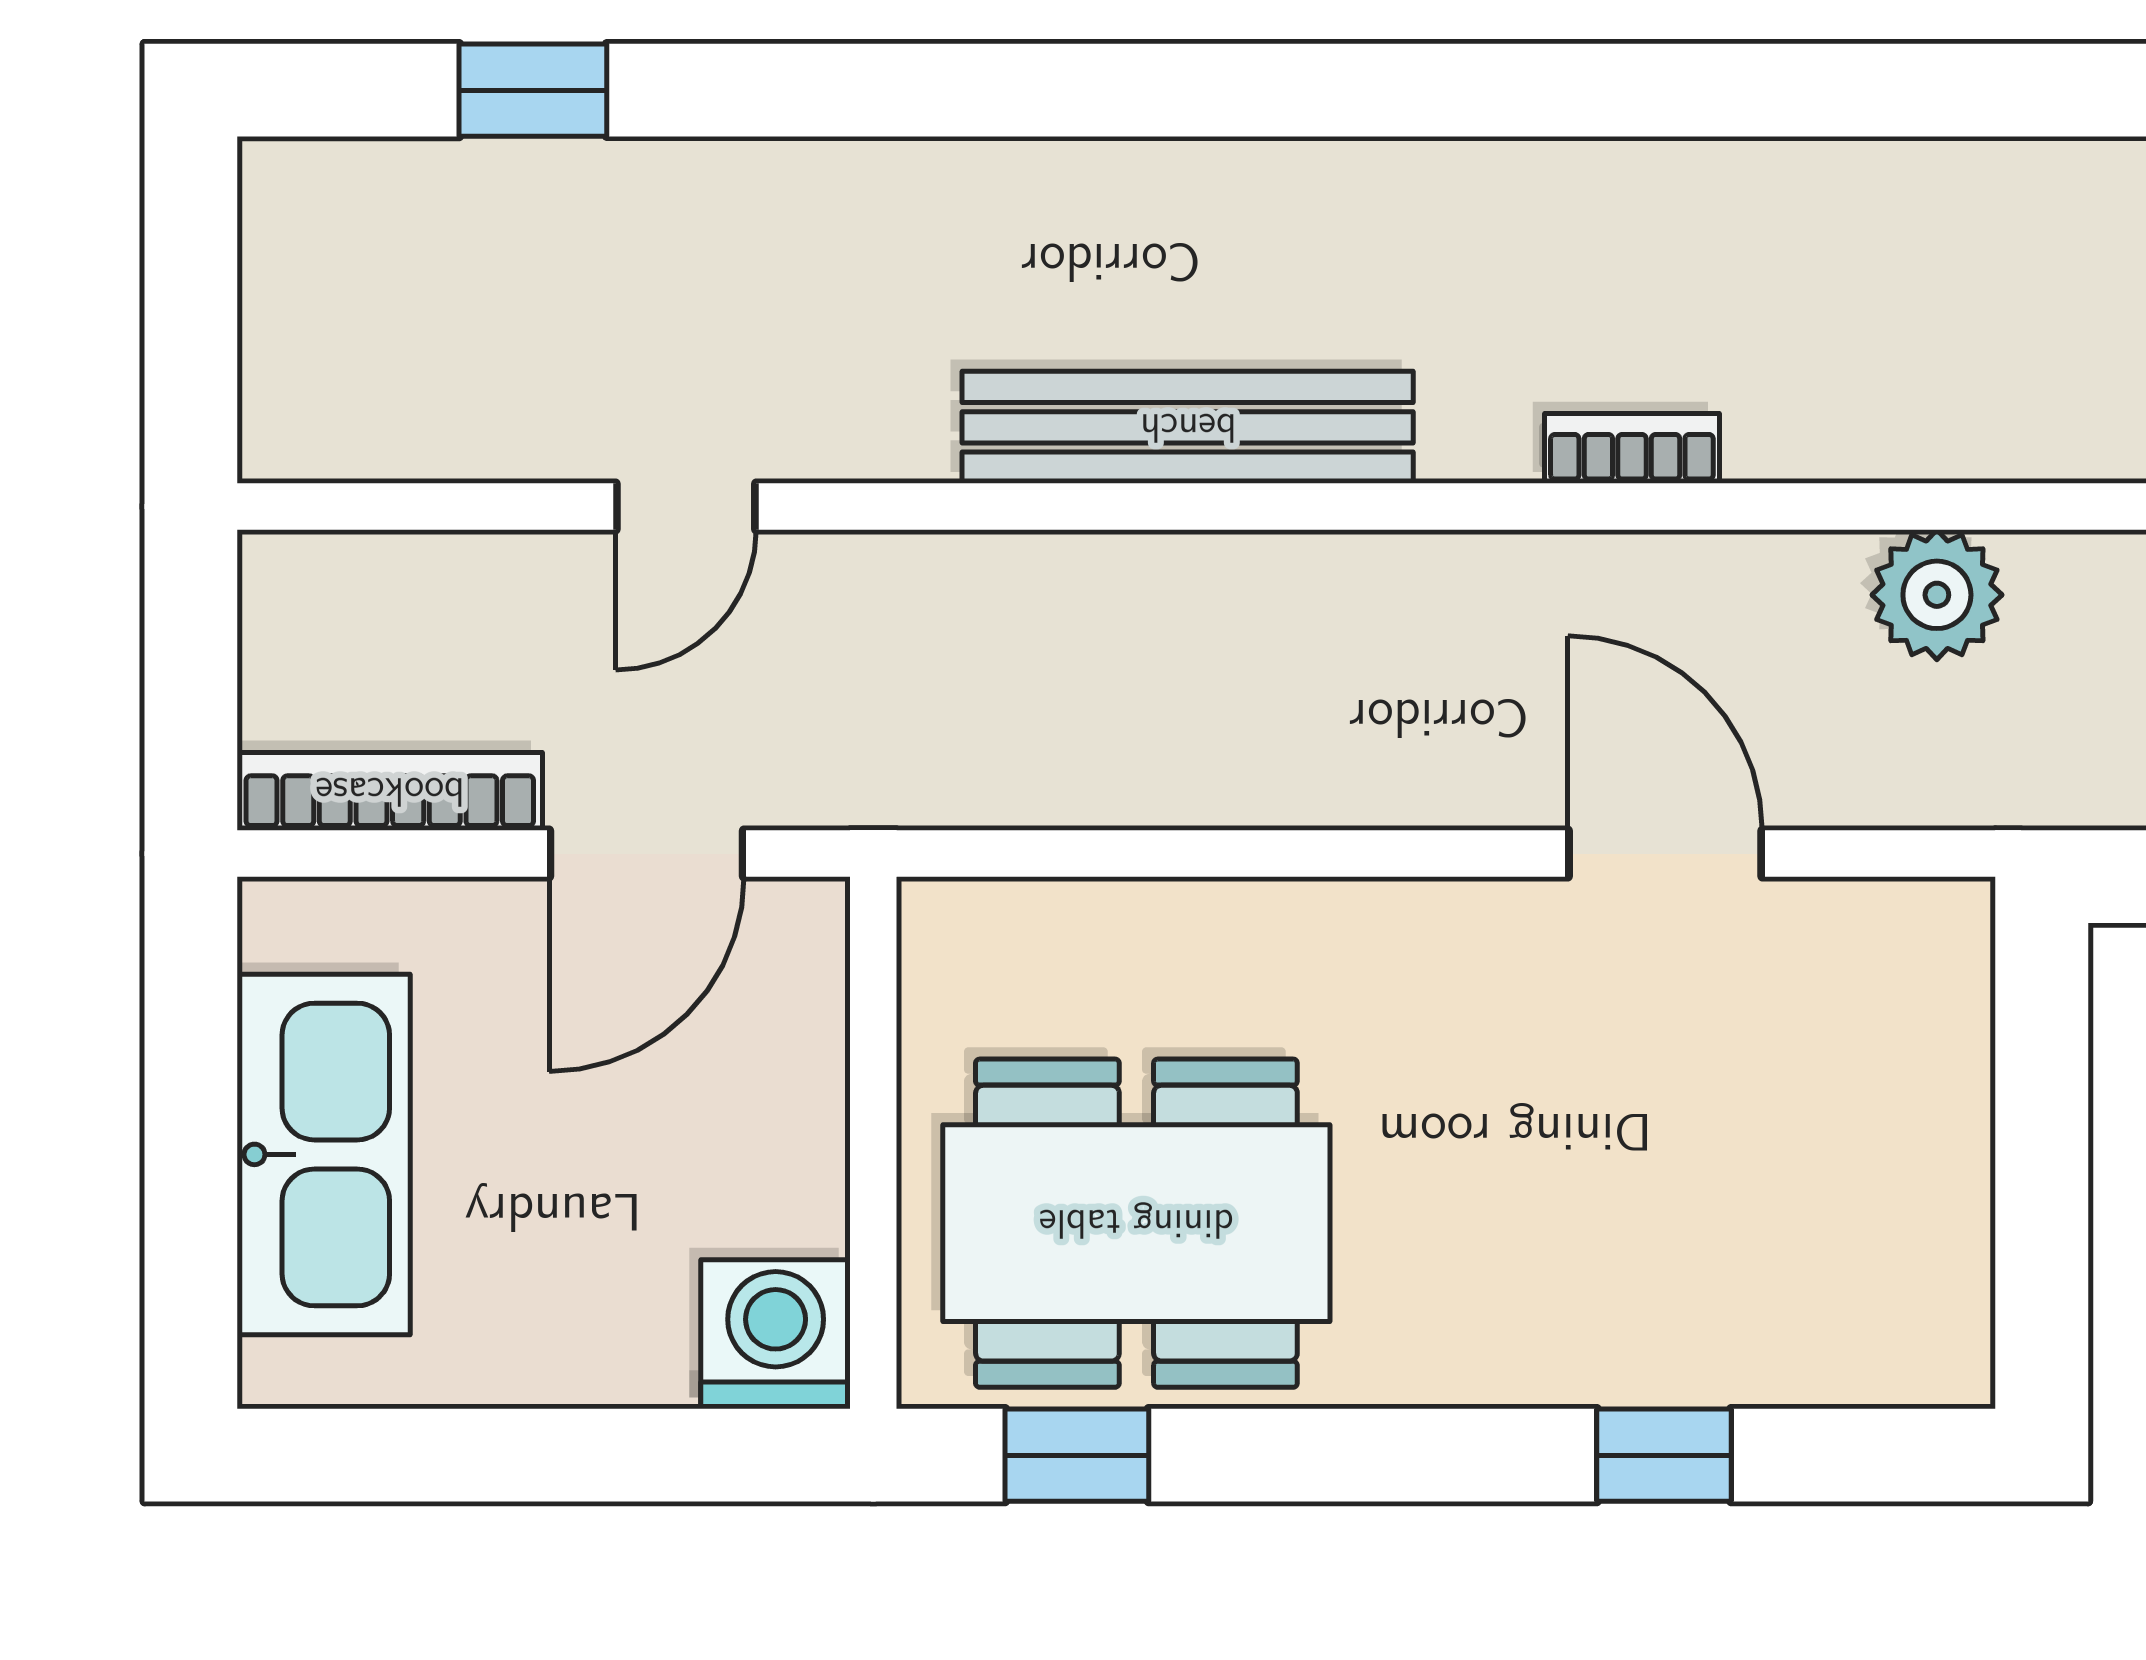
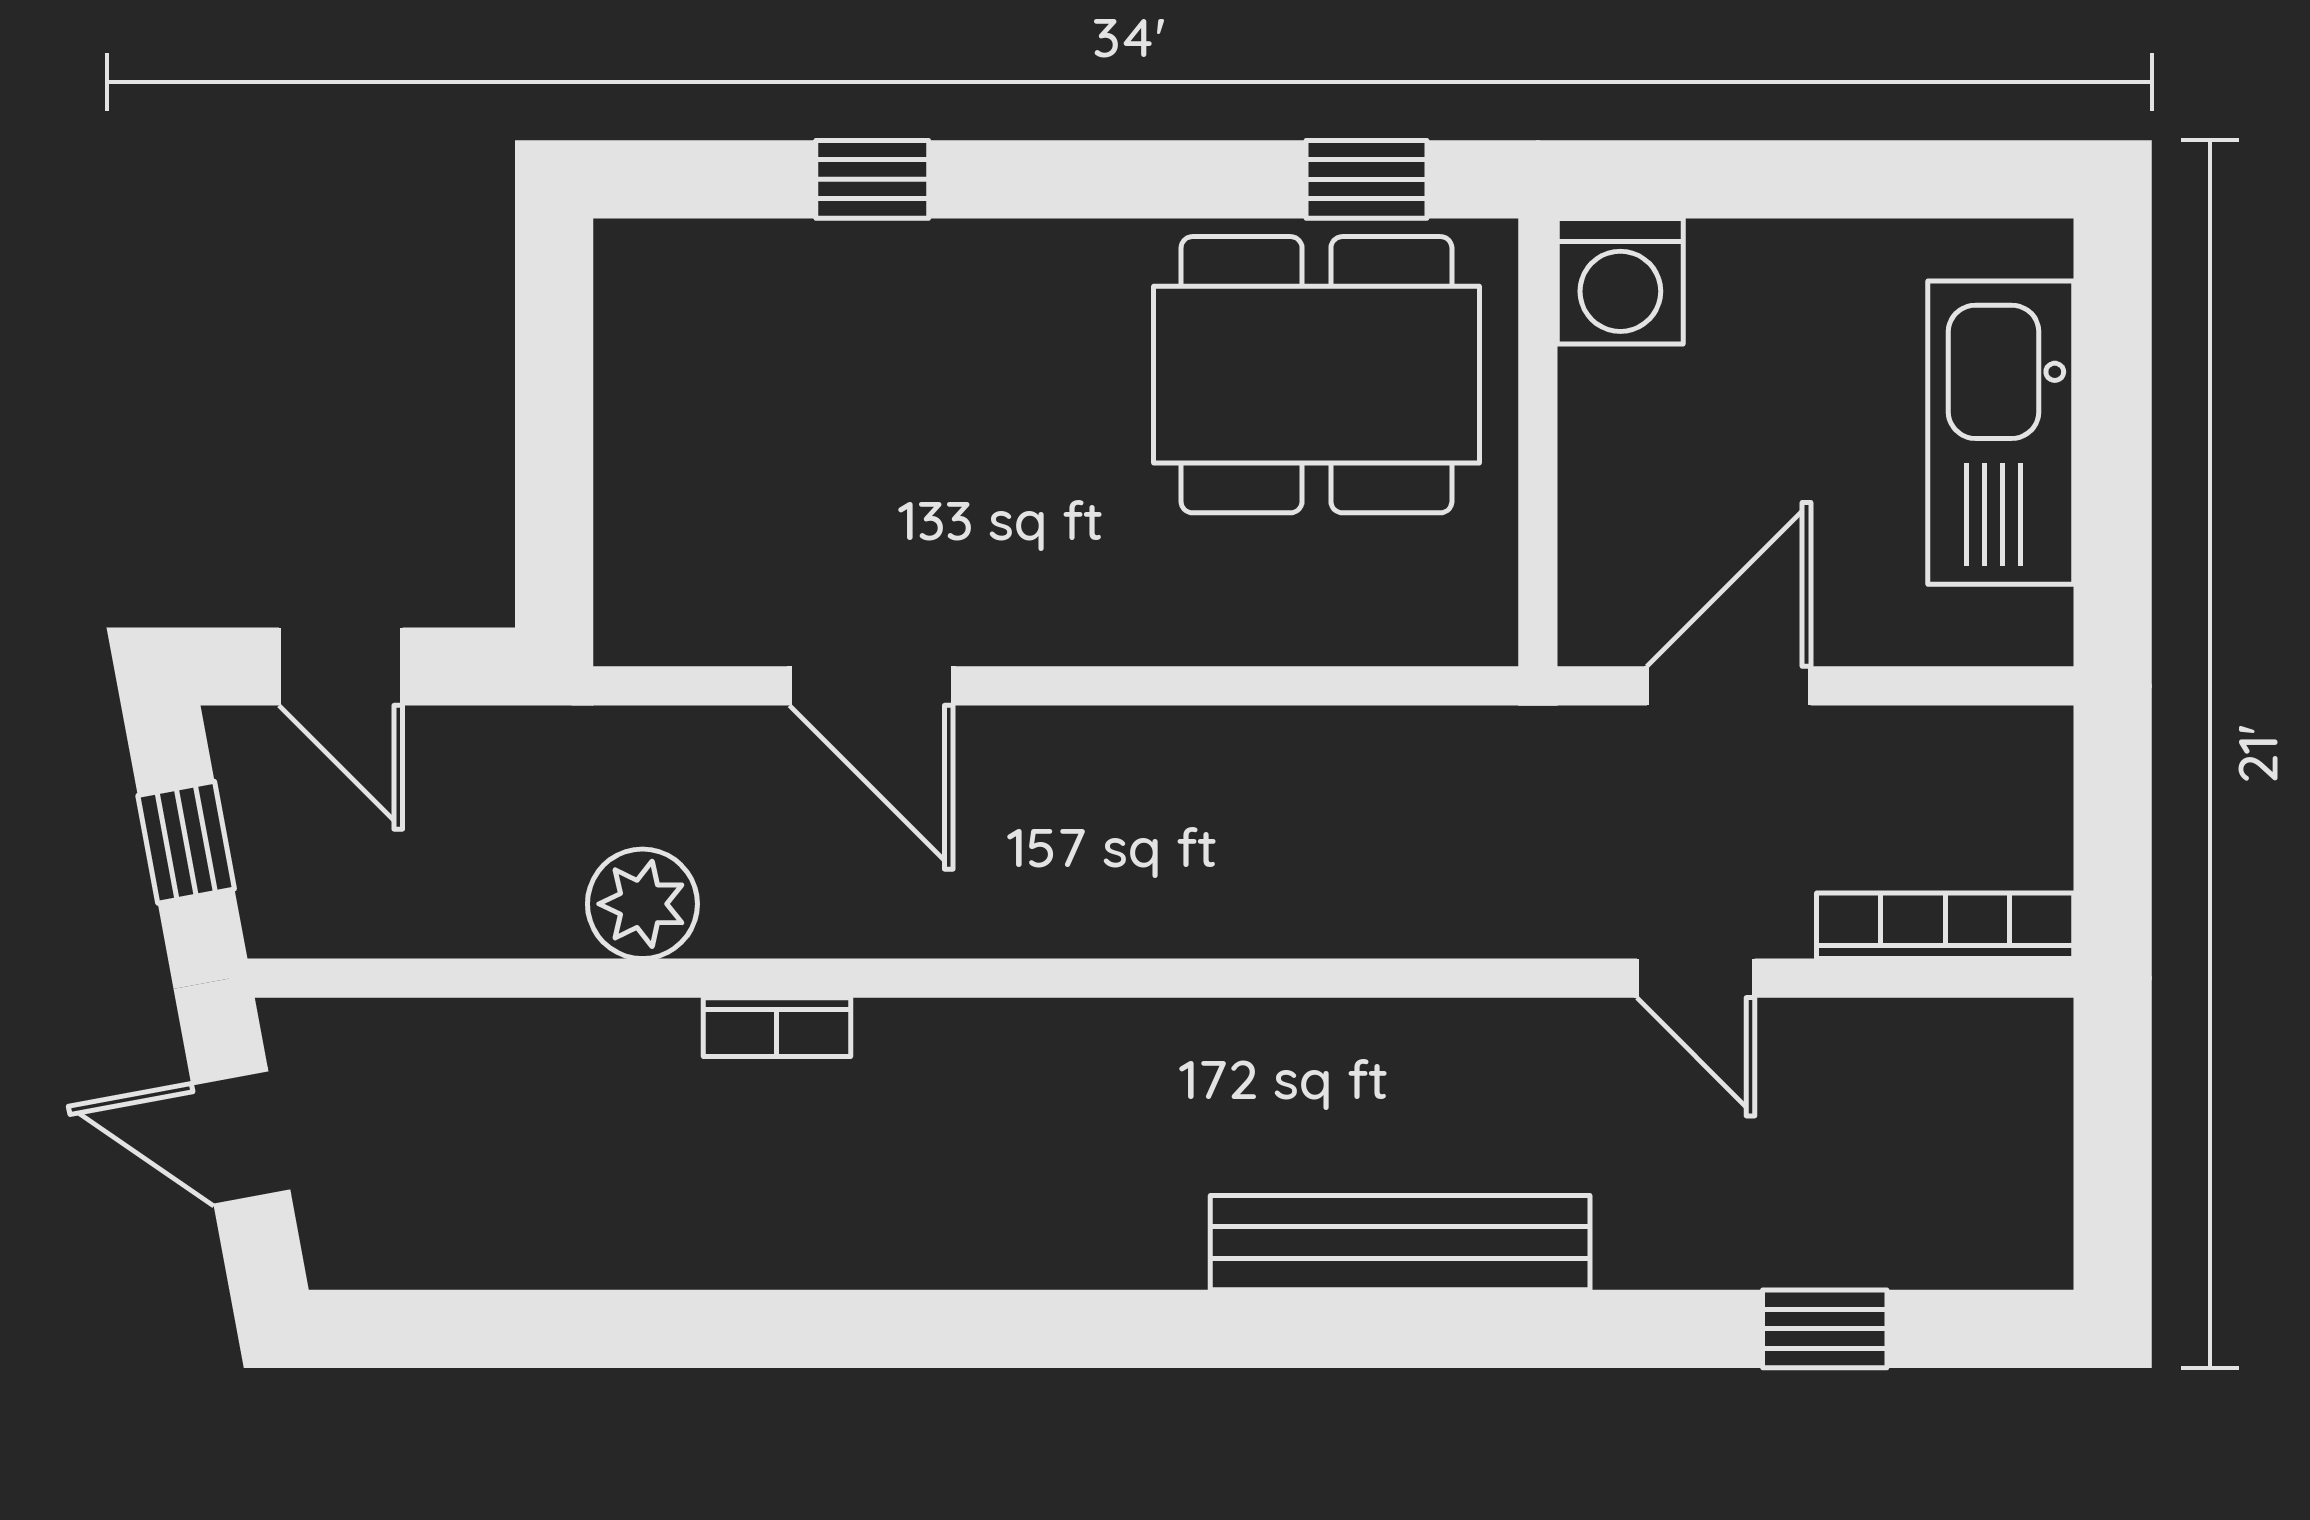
bench: (1188, 427) -> (1400, 1243), moved
bookcase: (1632, 448) -> (777, 1027), moved
door: (686, 507) -> (1696, 978), swing flipped
bookcase: (390, 791) -> (1945, 926), moved, turned 180

